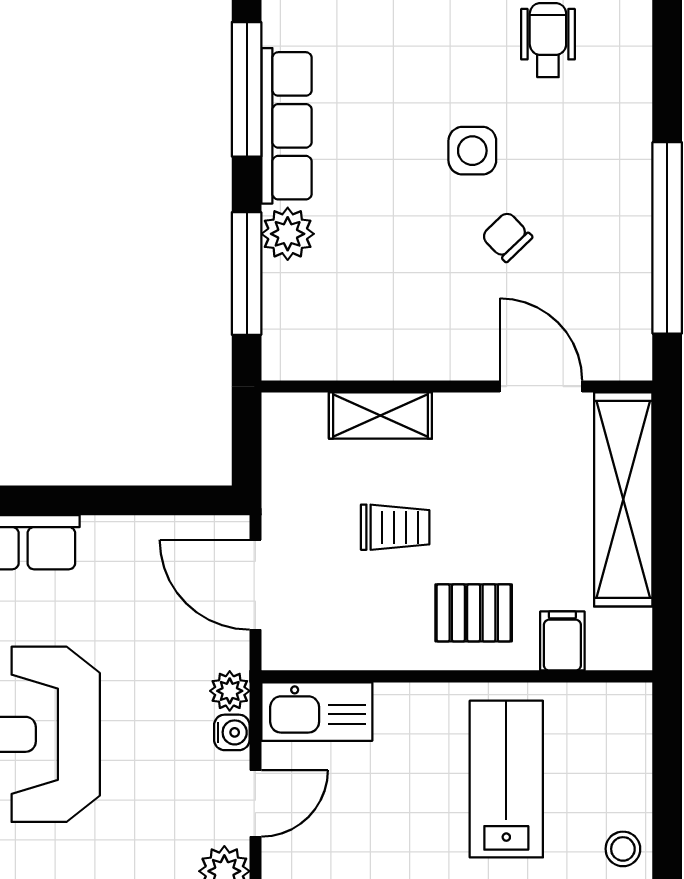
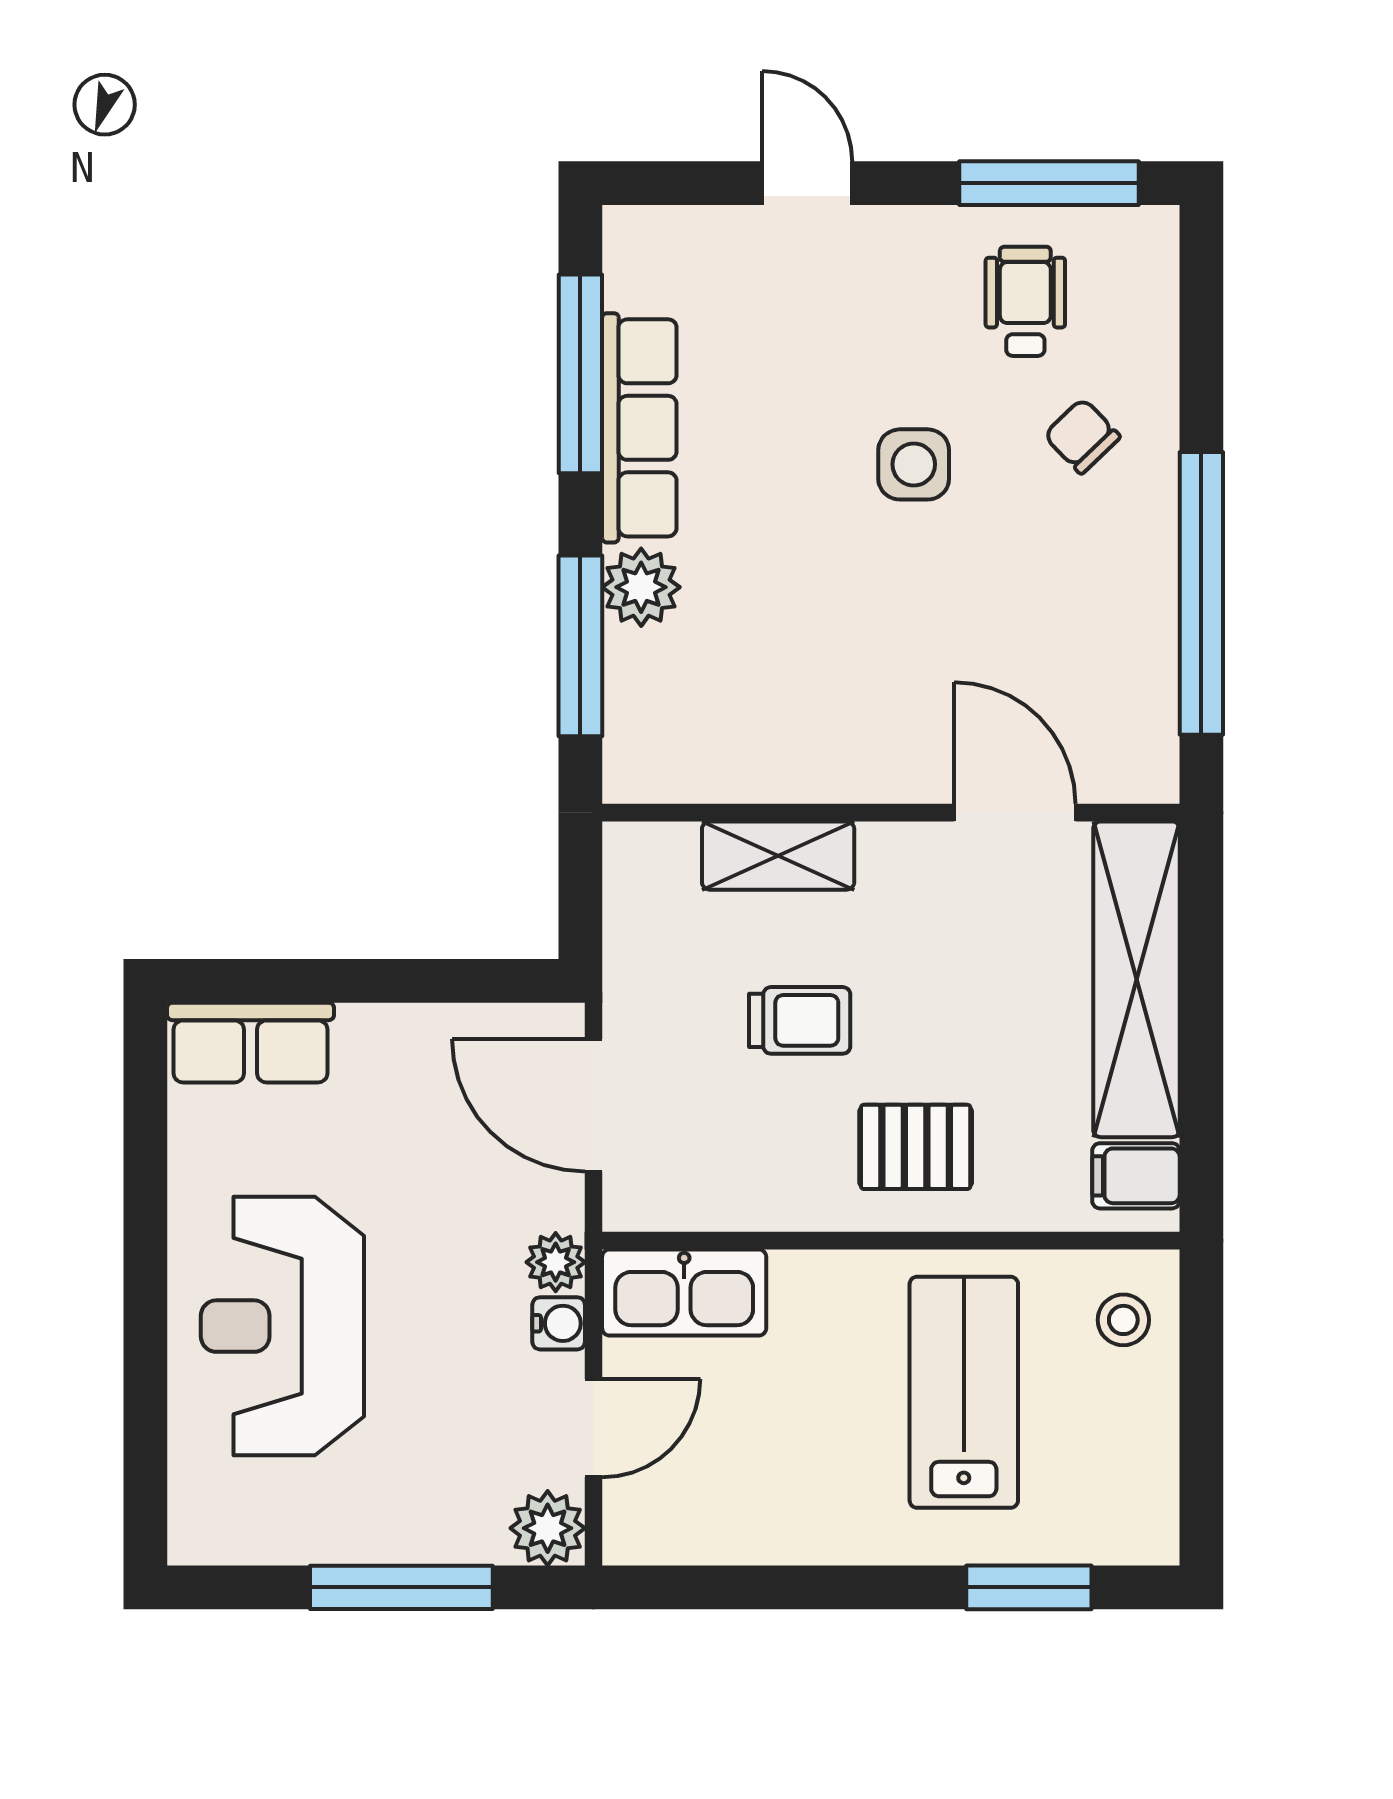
chair: (507, 237) -> (1082, 436), moved
filing cabinet: (562, 641) -> (1136, 1176), moved, turned -90
stool: (623, 849) -> (1123, 1320), moved

